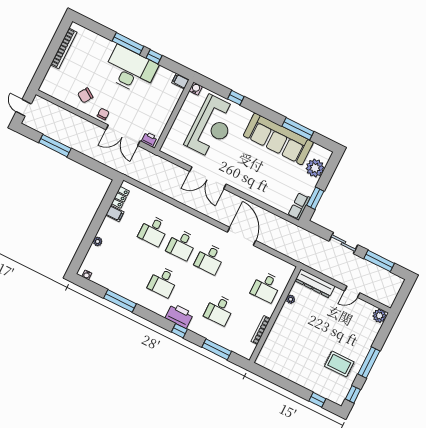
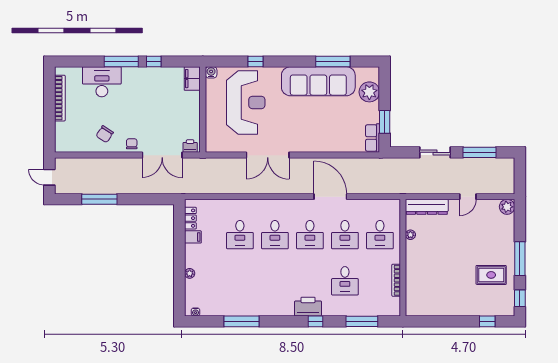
desk: (130, 70) -> (102, 82), moved, width x0.73, depth x0.77
filing cabinet: (180, 81) -> (192, 79), width x2.00
desk: (163, 282) -> (345, 235), moved

